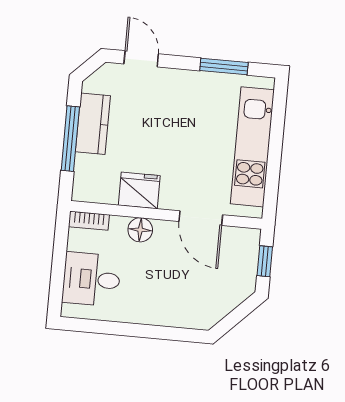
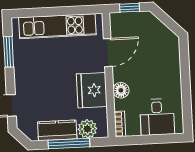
plant: (89, 170) -> (87, 129), added
fridge: (139, 190) -> (92, 90), width x1.36, depth x1.34

